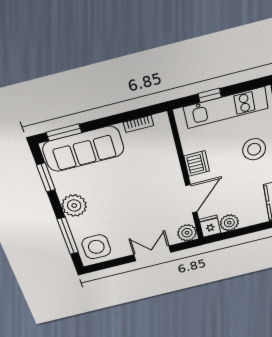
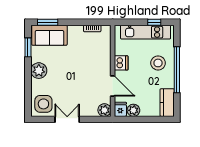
window: (210, 95) -> (154, 22), moved
sofa: (83, 149) -> (49, 35), width x0.73
door: (191, 199) -> (113, 86), hinge flipped
window: (68, 236) -> (28, 91), removed
double door: (152, 253) -> (67, 119), moved

